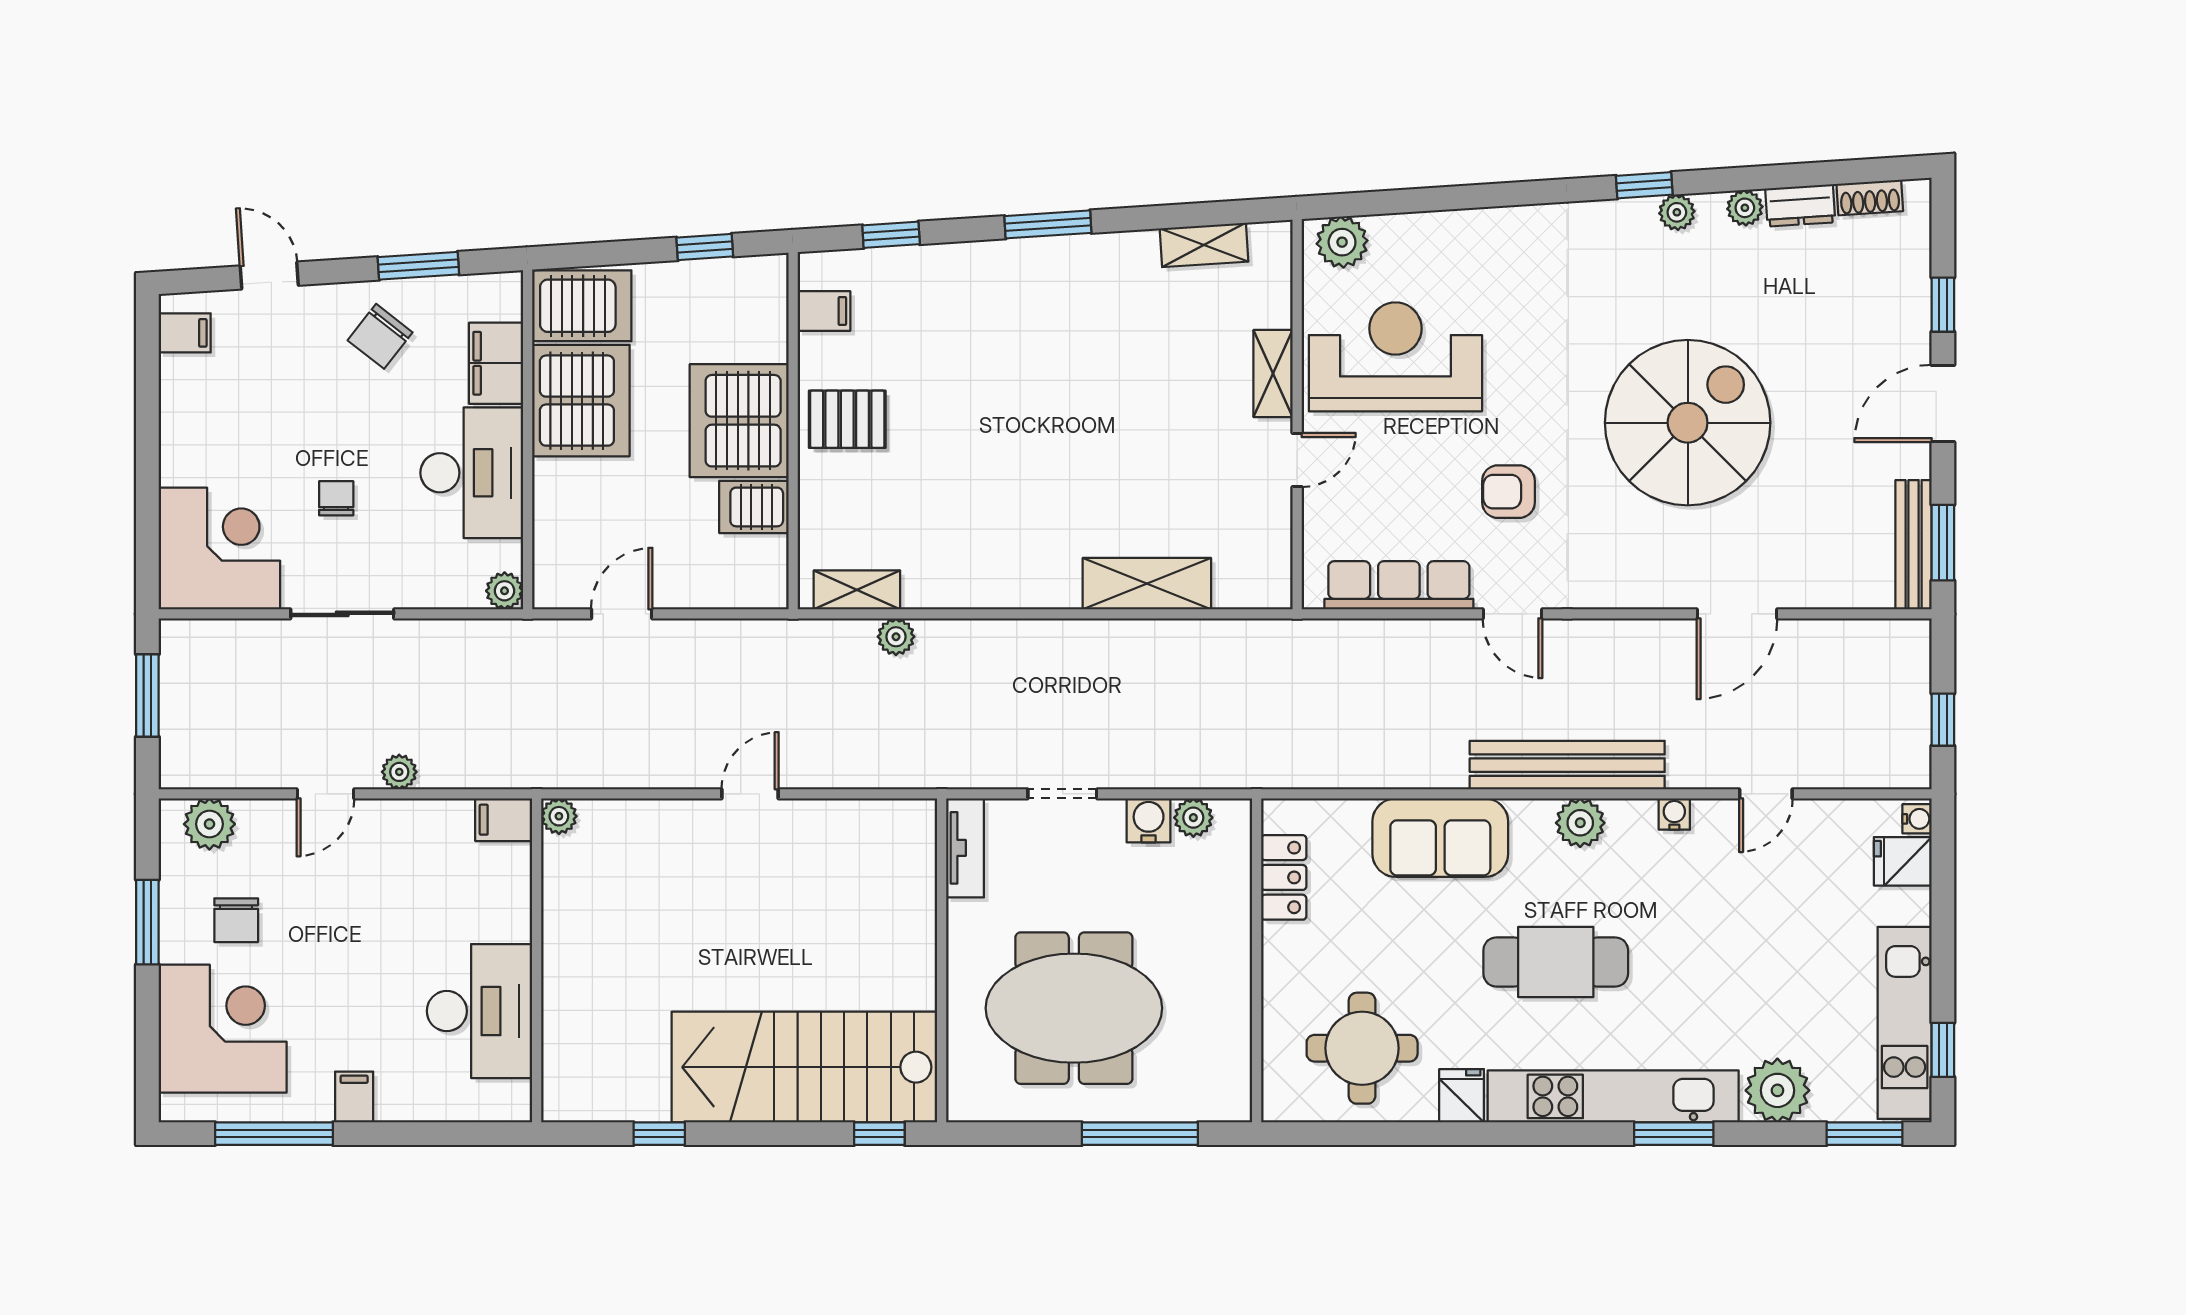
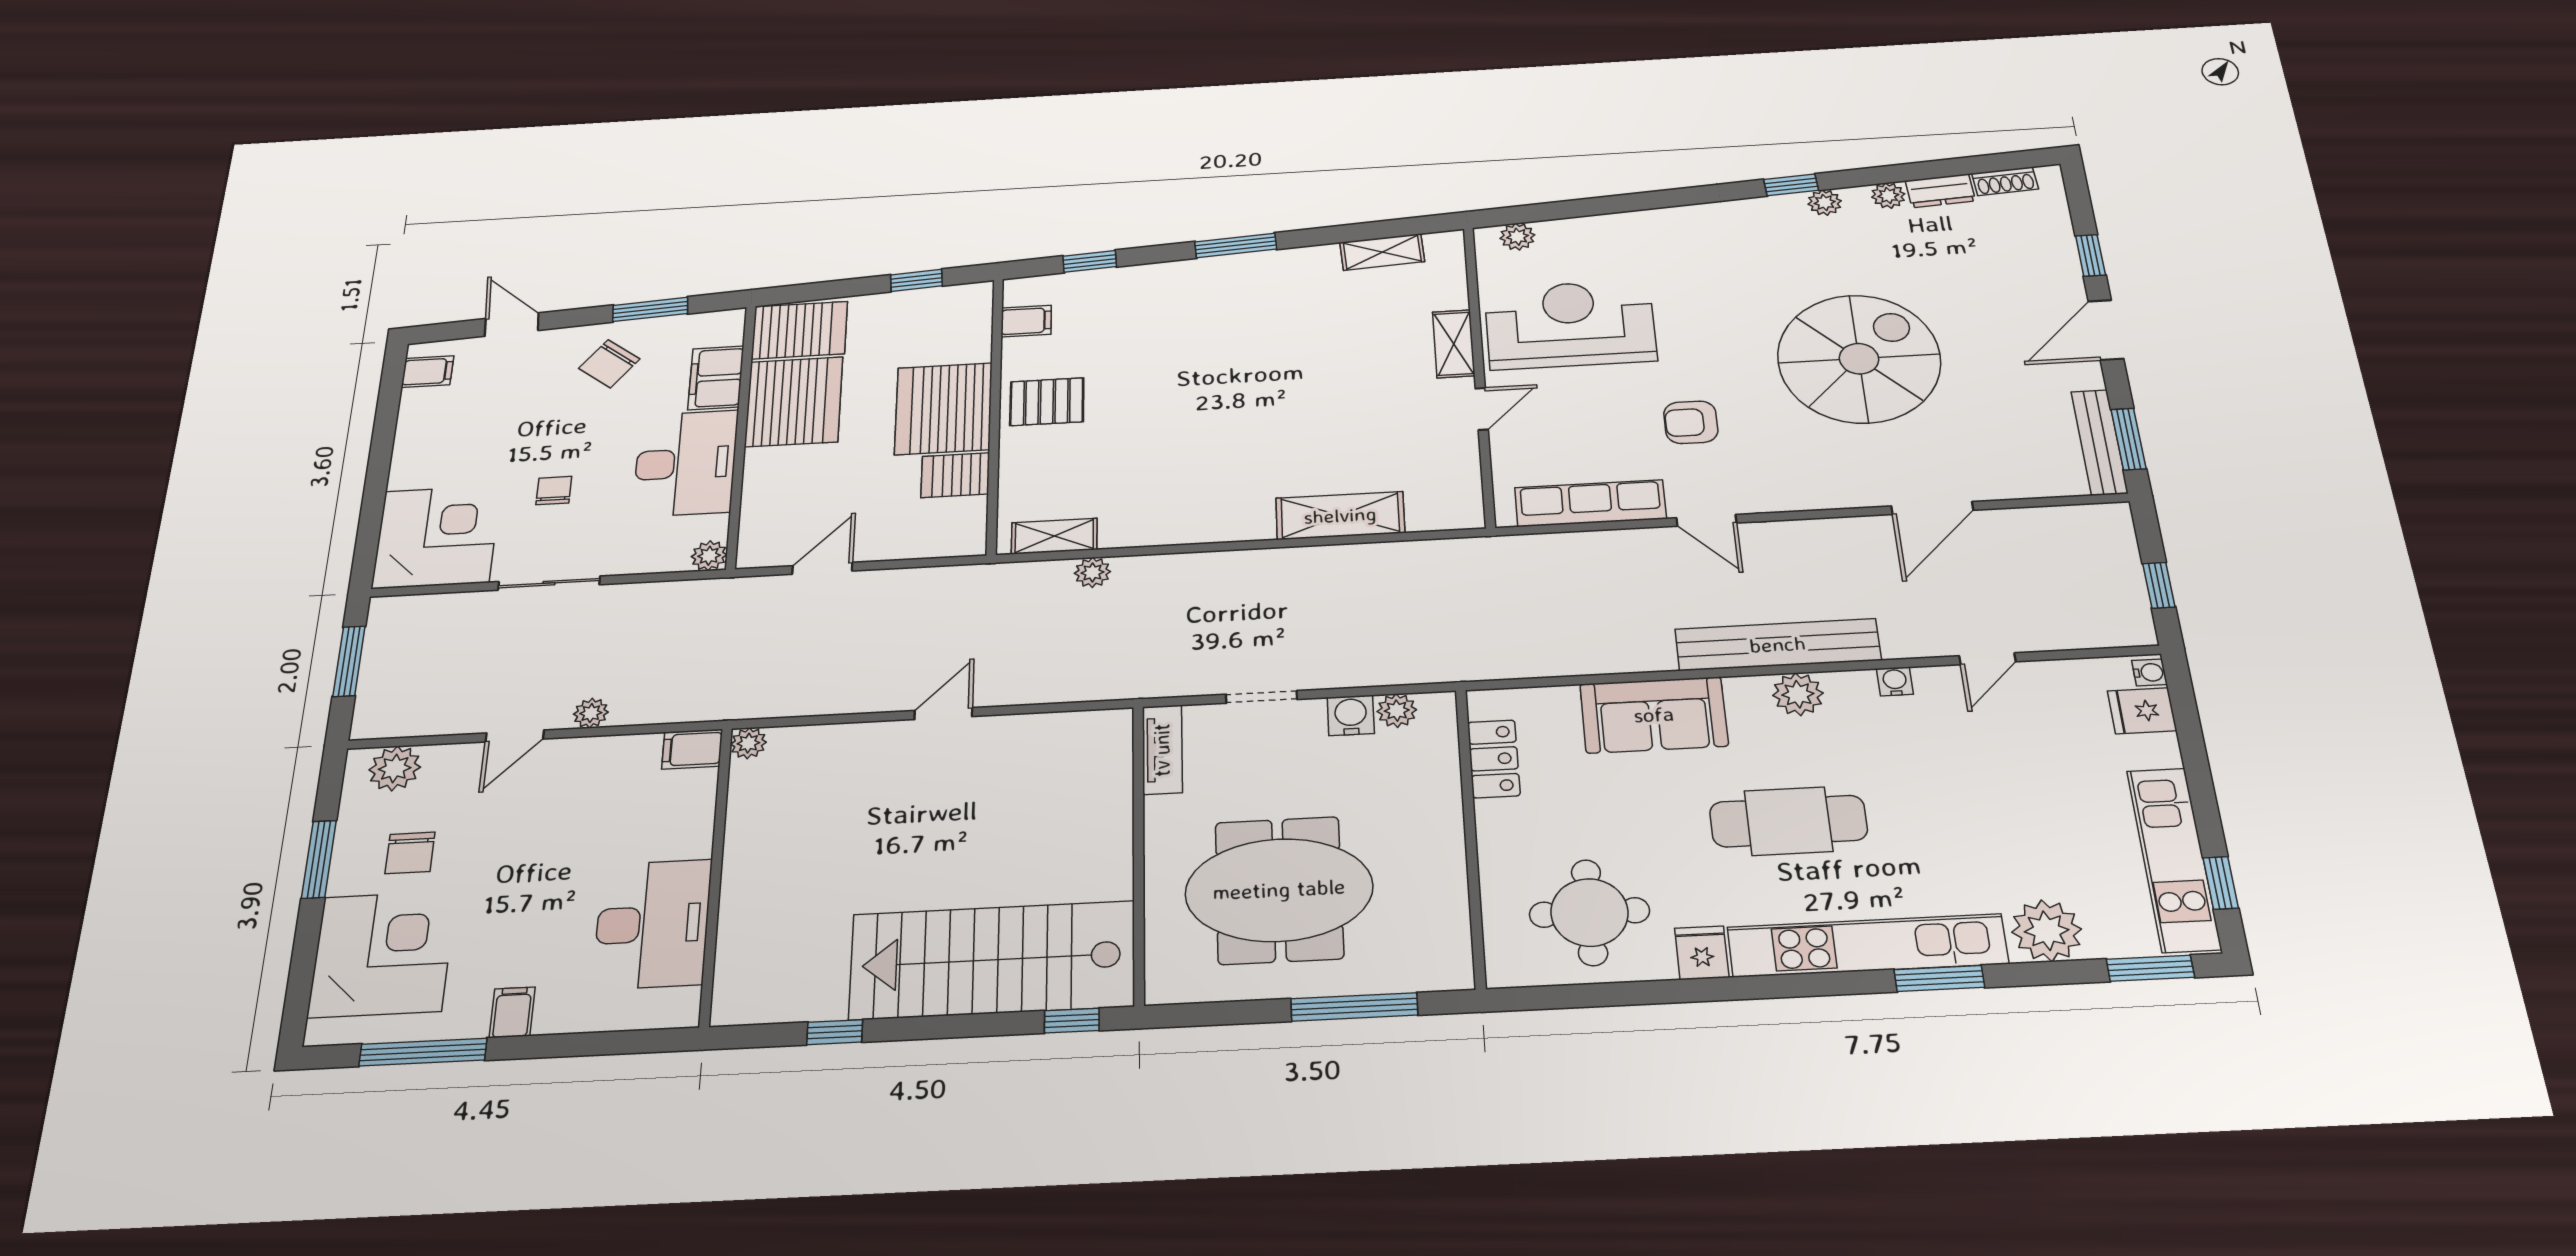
plant: (1342, 242) -> (1517, 237), width x0.73, depth x0.73

